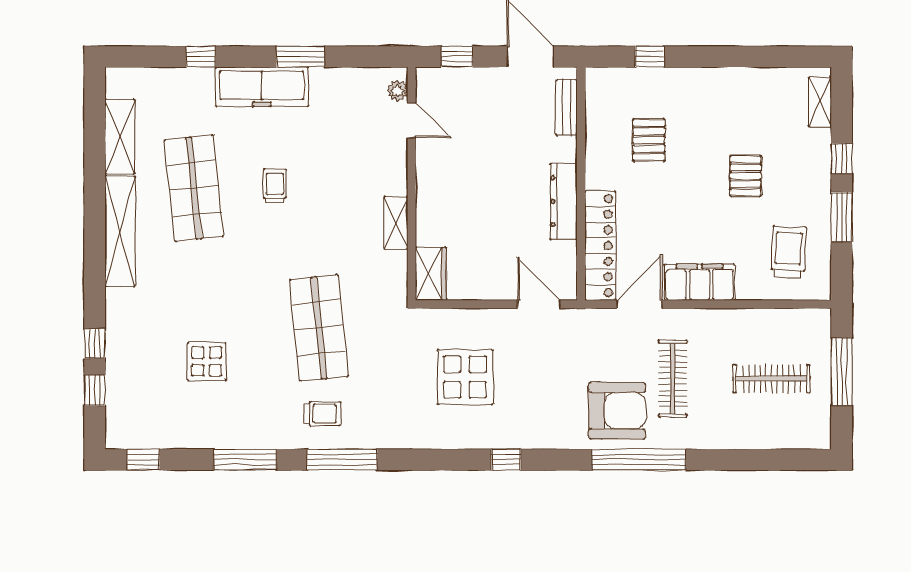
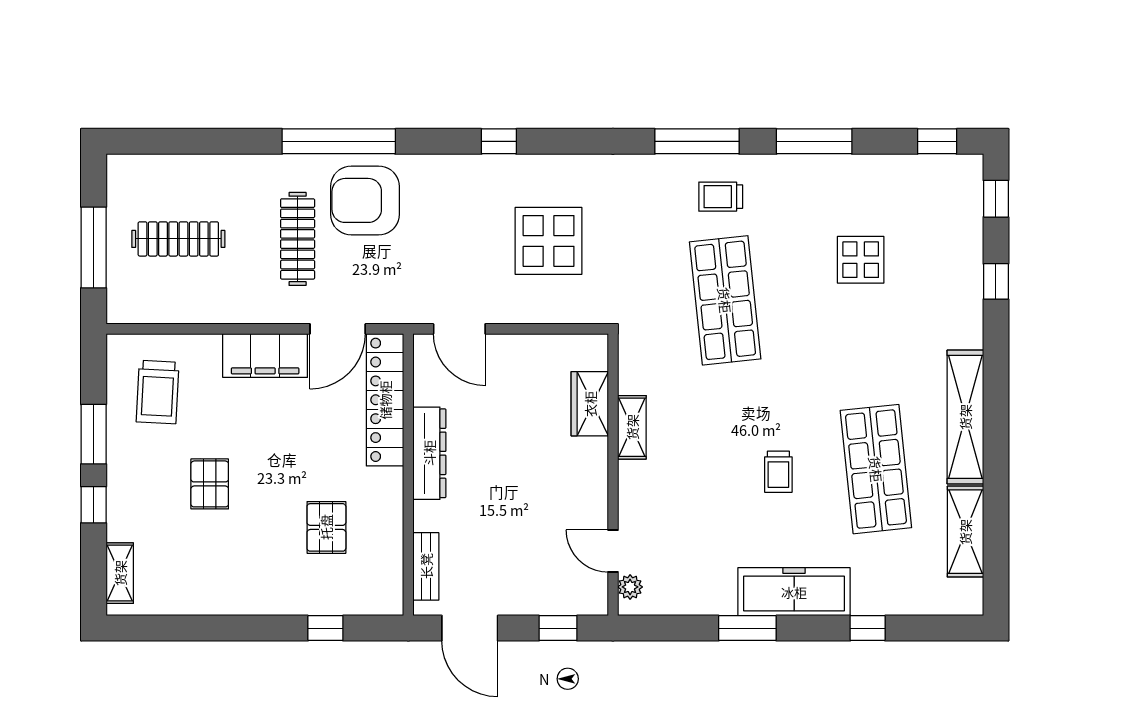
wardrobe: (431, 274) -> (590, 404), moved
window: (95, 390) -> (996, 199), moved

